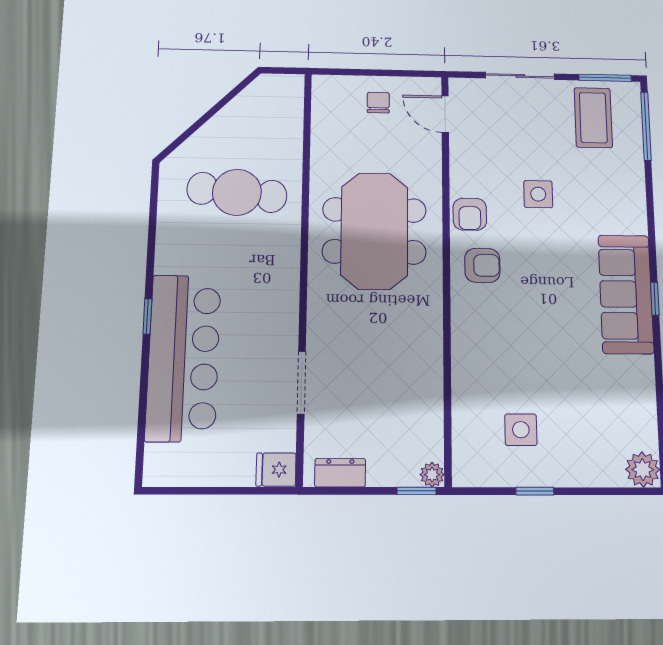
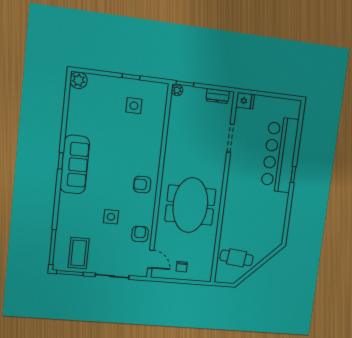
cafe table: (237, 192) -> (237, 258), moved, width x0.73, depth x0.74
armchair: (470, 214) -> (140, 234), moved

